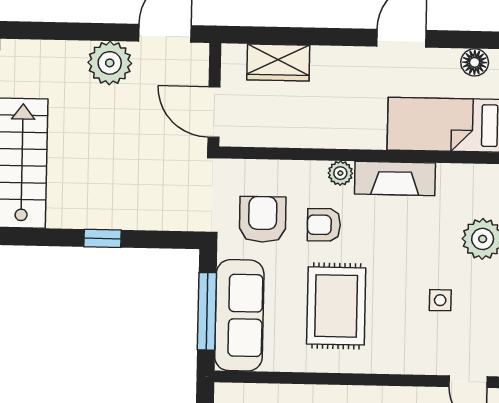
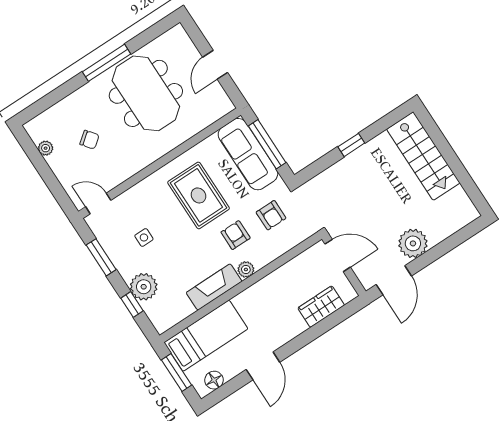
armchair: (263, 219) -> (271, 215), width x0.72, depth x0.72
armchair: (324, 225) -> (236, 235), turned -90

